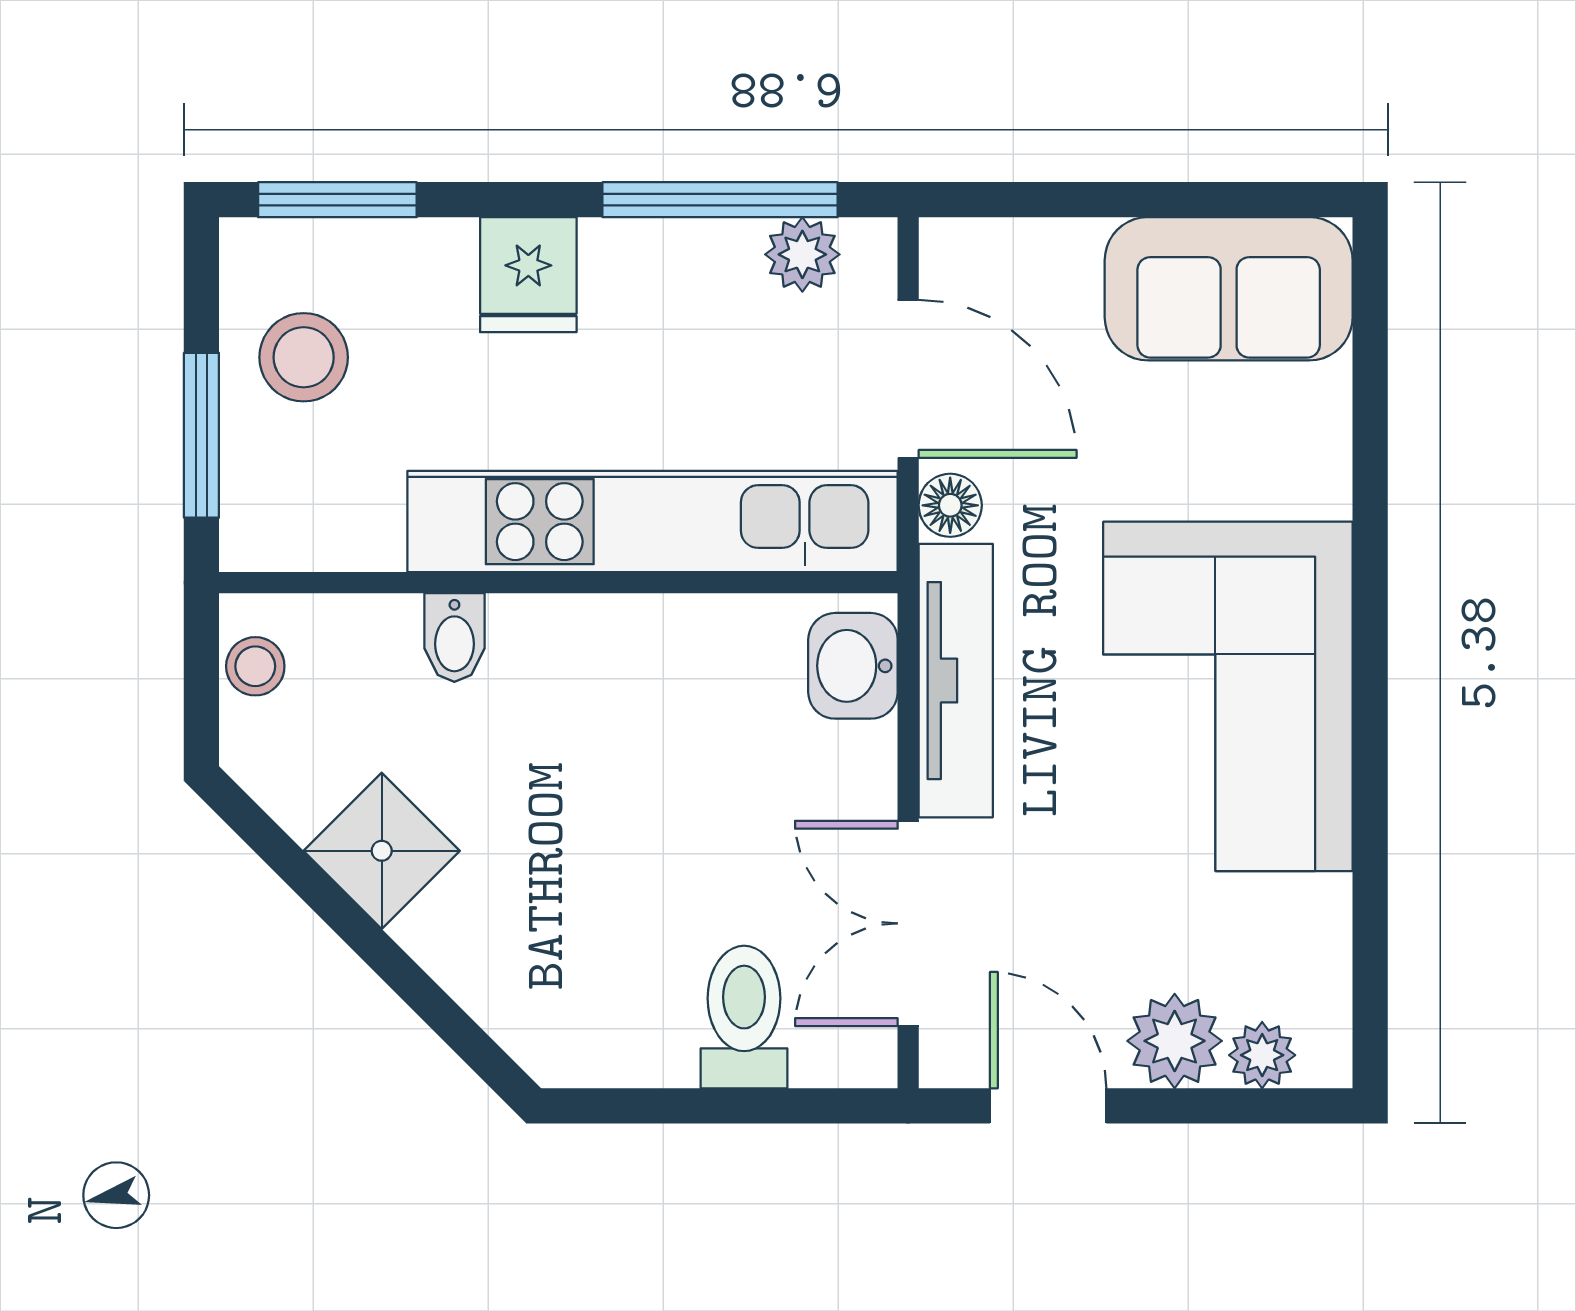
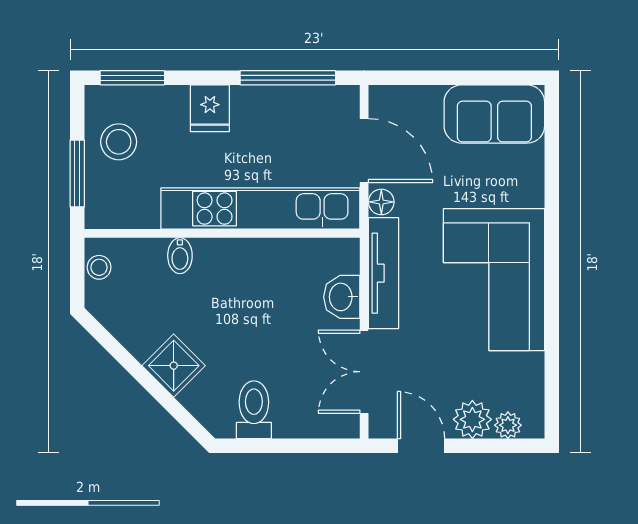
plant: (802, 254) -> (321, 100), removed
washbasin: (853, 666) -> (342, 297), moved
shower: (382, 851) -> (174, 366), moved
toilet: (744, 1017) -> (254, 410), moved

